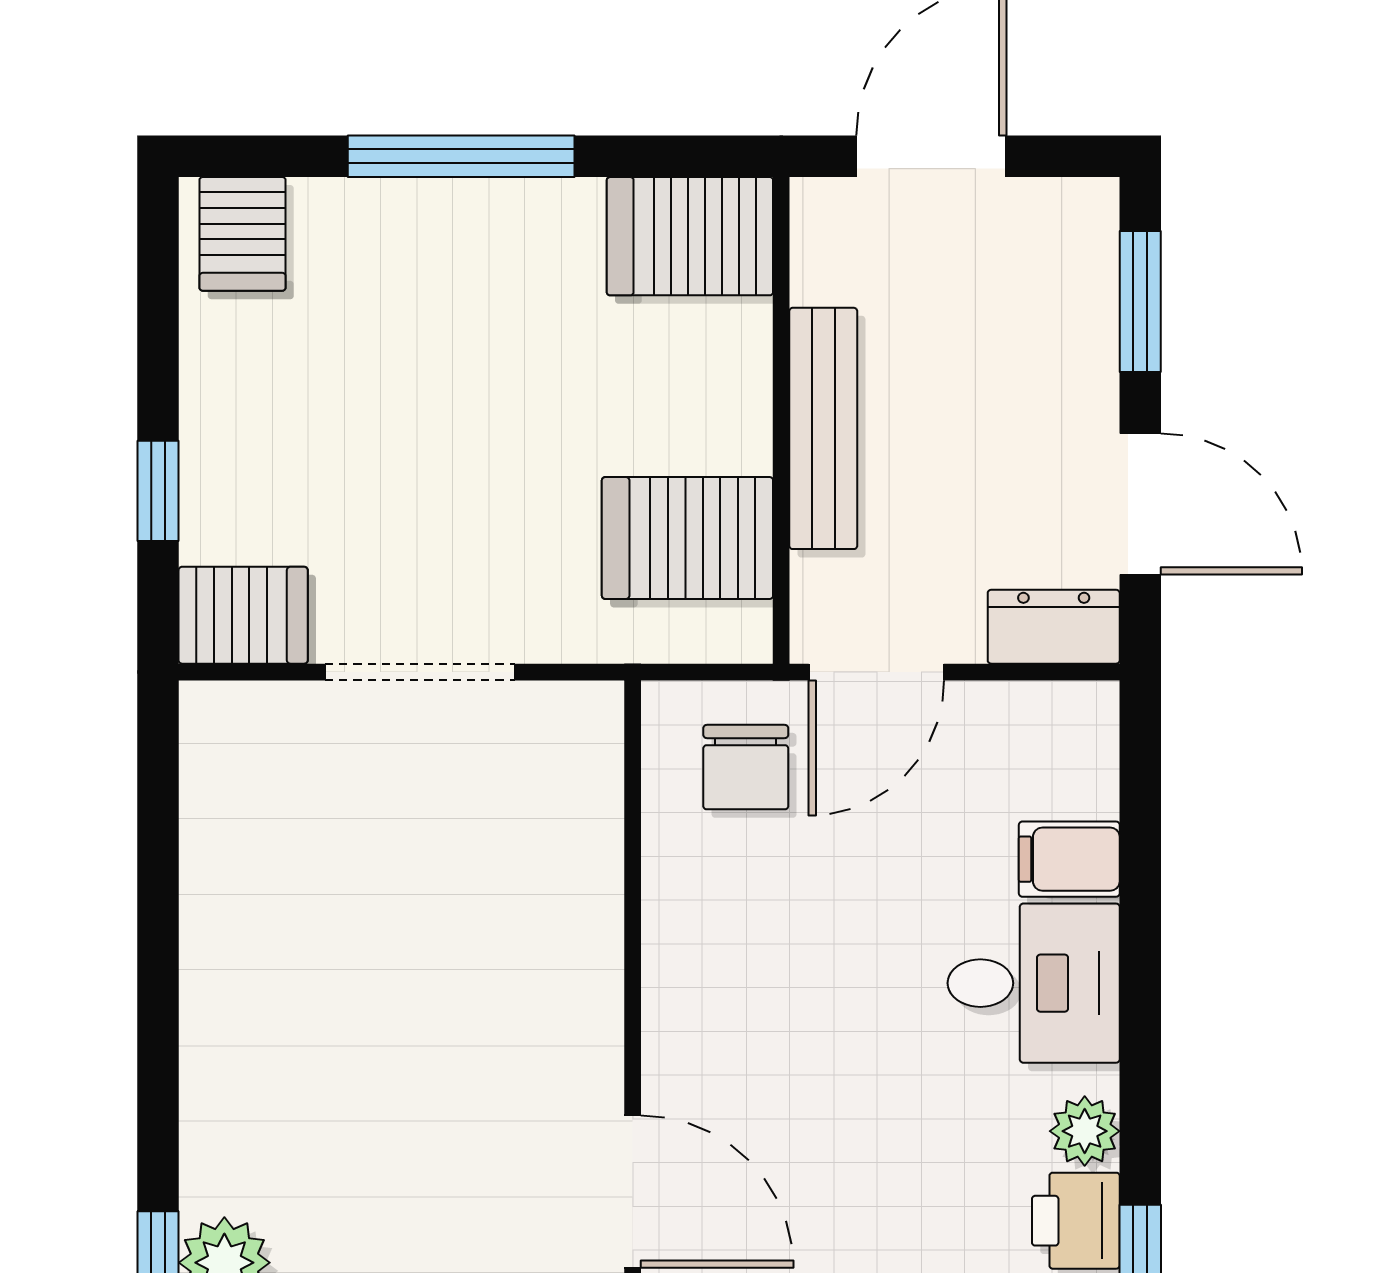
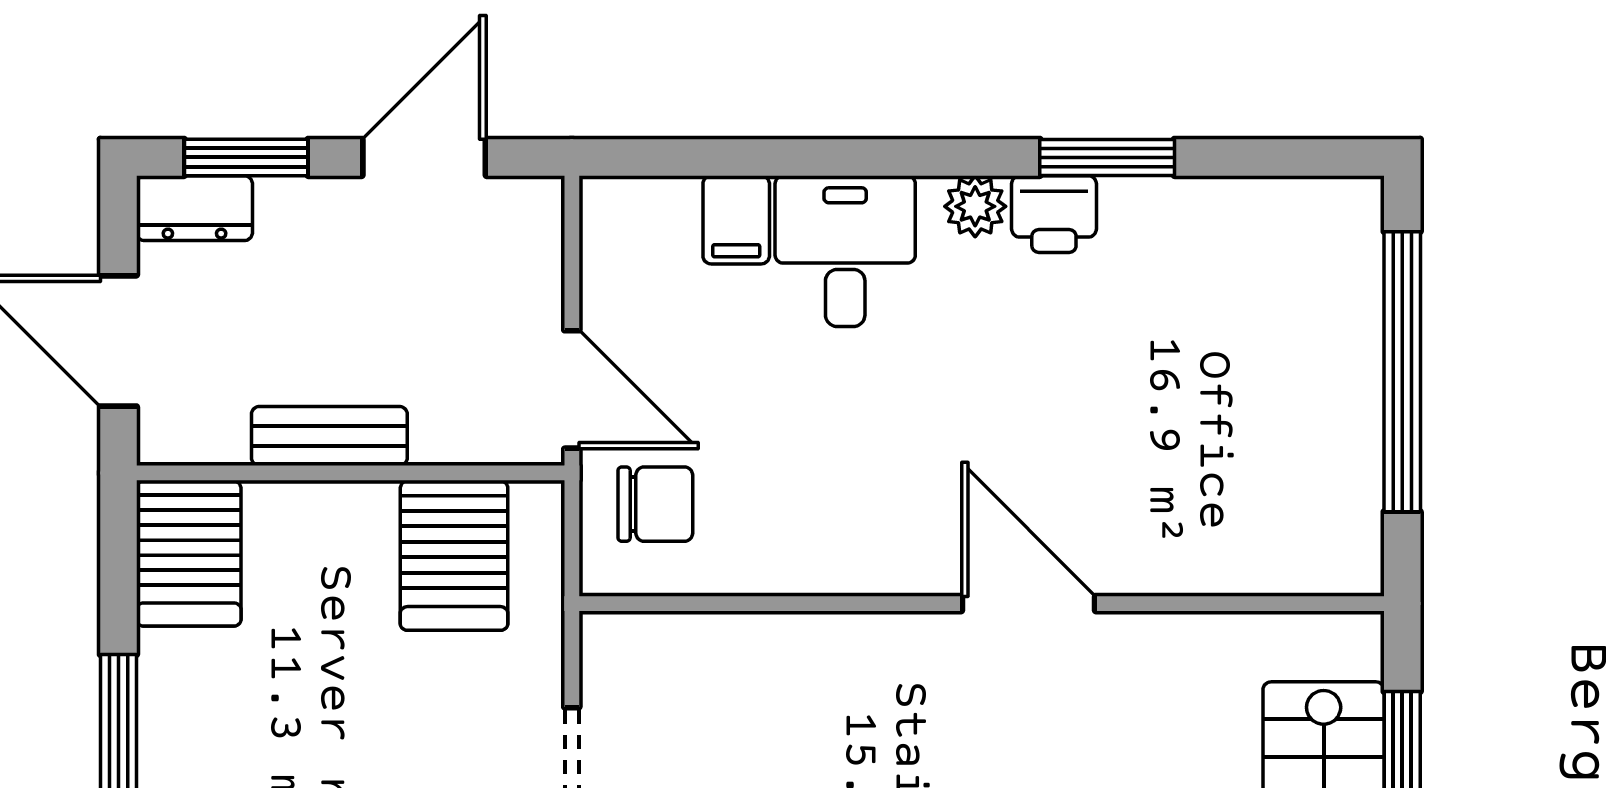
bench: (823, 428) -> (329, 436), width x0.73
dresser: (1054, 627) -> (194, 208), moved, turned -90
door: (633, 1192) -> (1028, 604), hinge flipped

